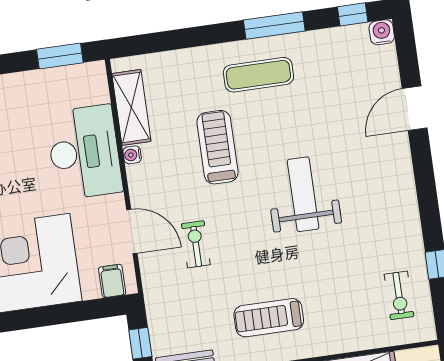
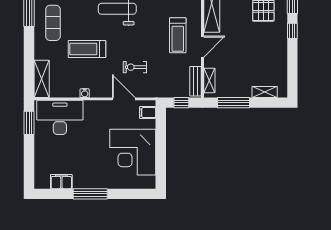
shelving: (131, 107) -> (42, 79), moved, turned 90
desk: (84, 152) -> (60, 117), moved
door: (132, 231) -> (124, 99), hinge flipped

